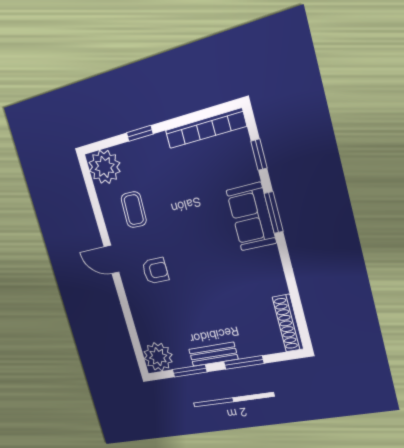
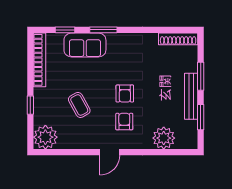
coffee table: (134, 210) -> (79, 105), moved, turned 59
sofa: (251, 217) -> (85, 45), moved
armchair: (192, 263) -> (125, 94), added
bench: (213, 354) -> (191, 96), width x1.36
plant: (158, 357) -> (164, 138), moved

